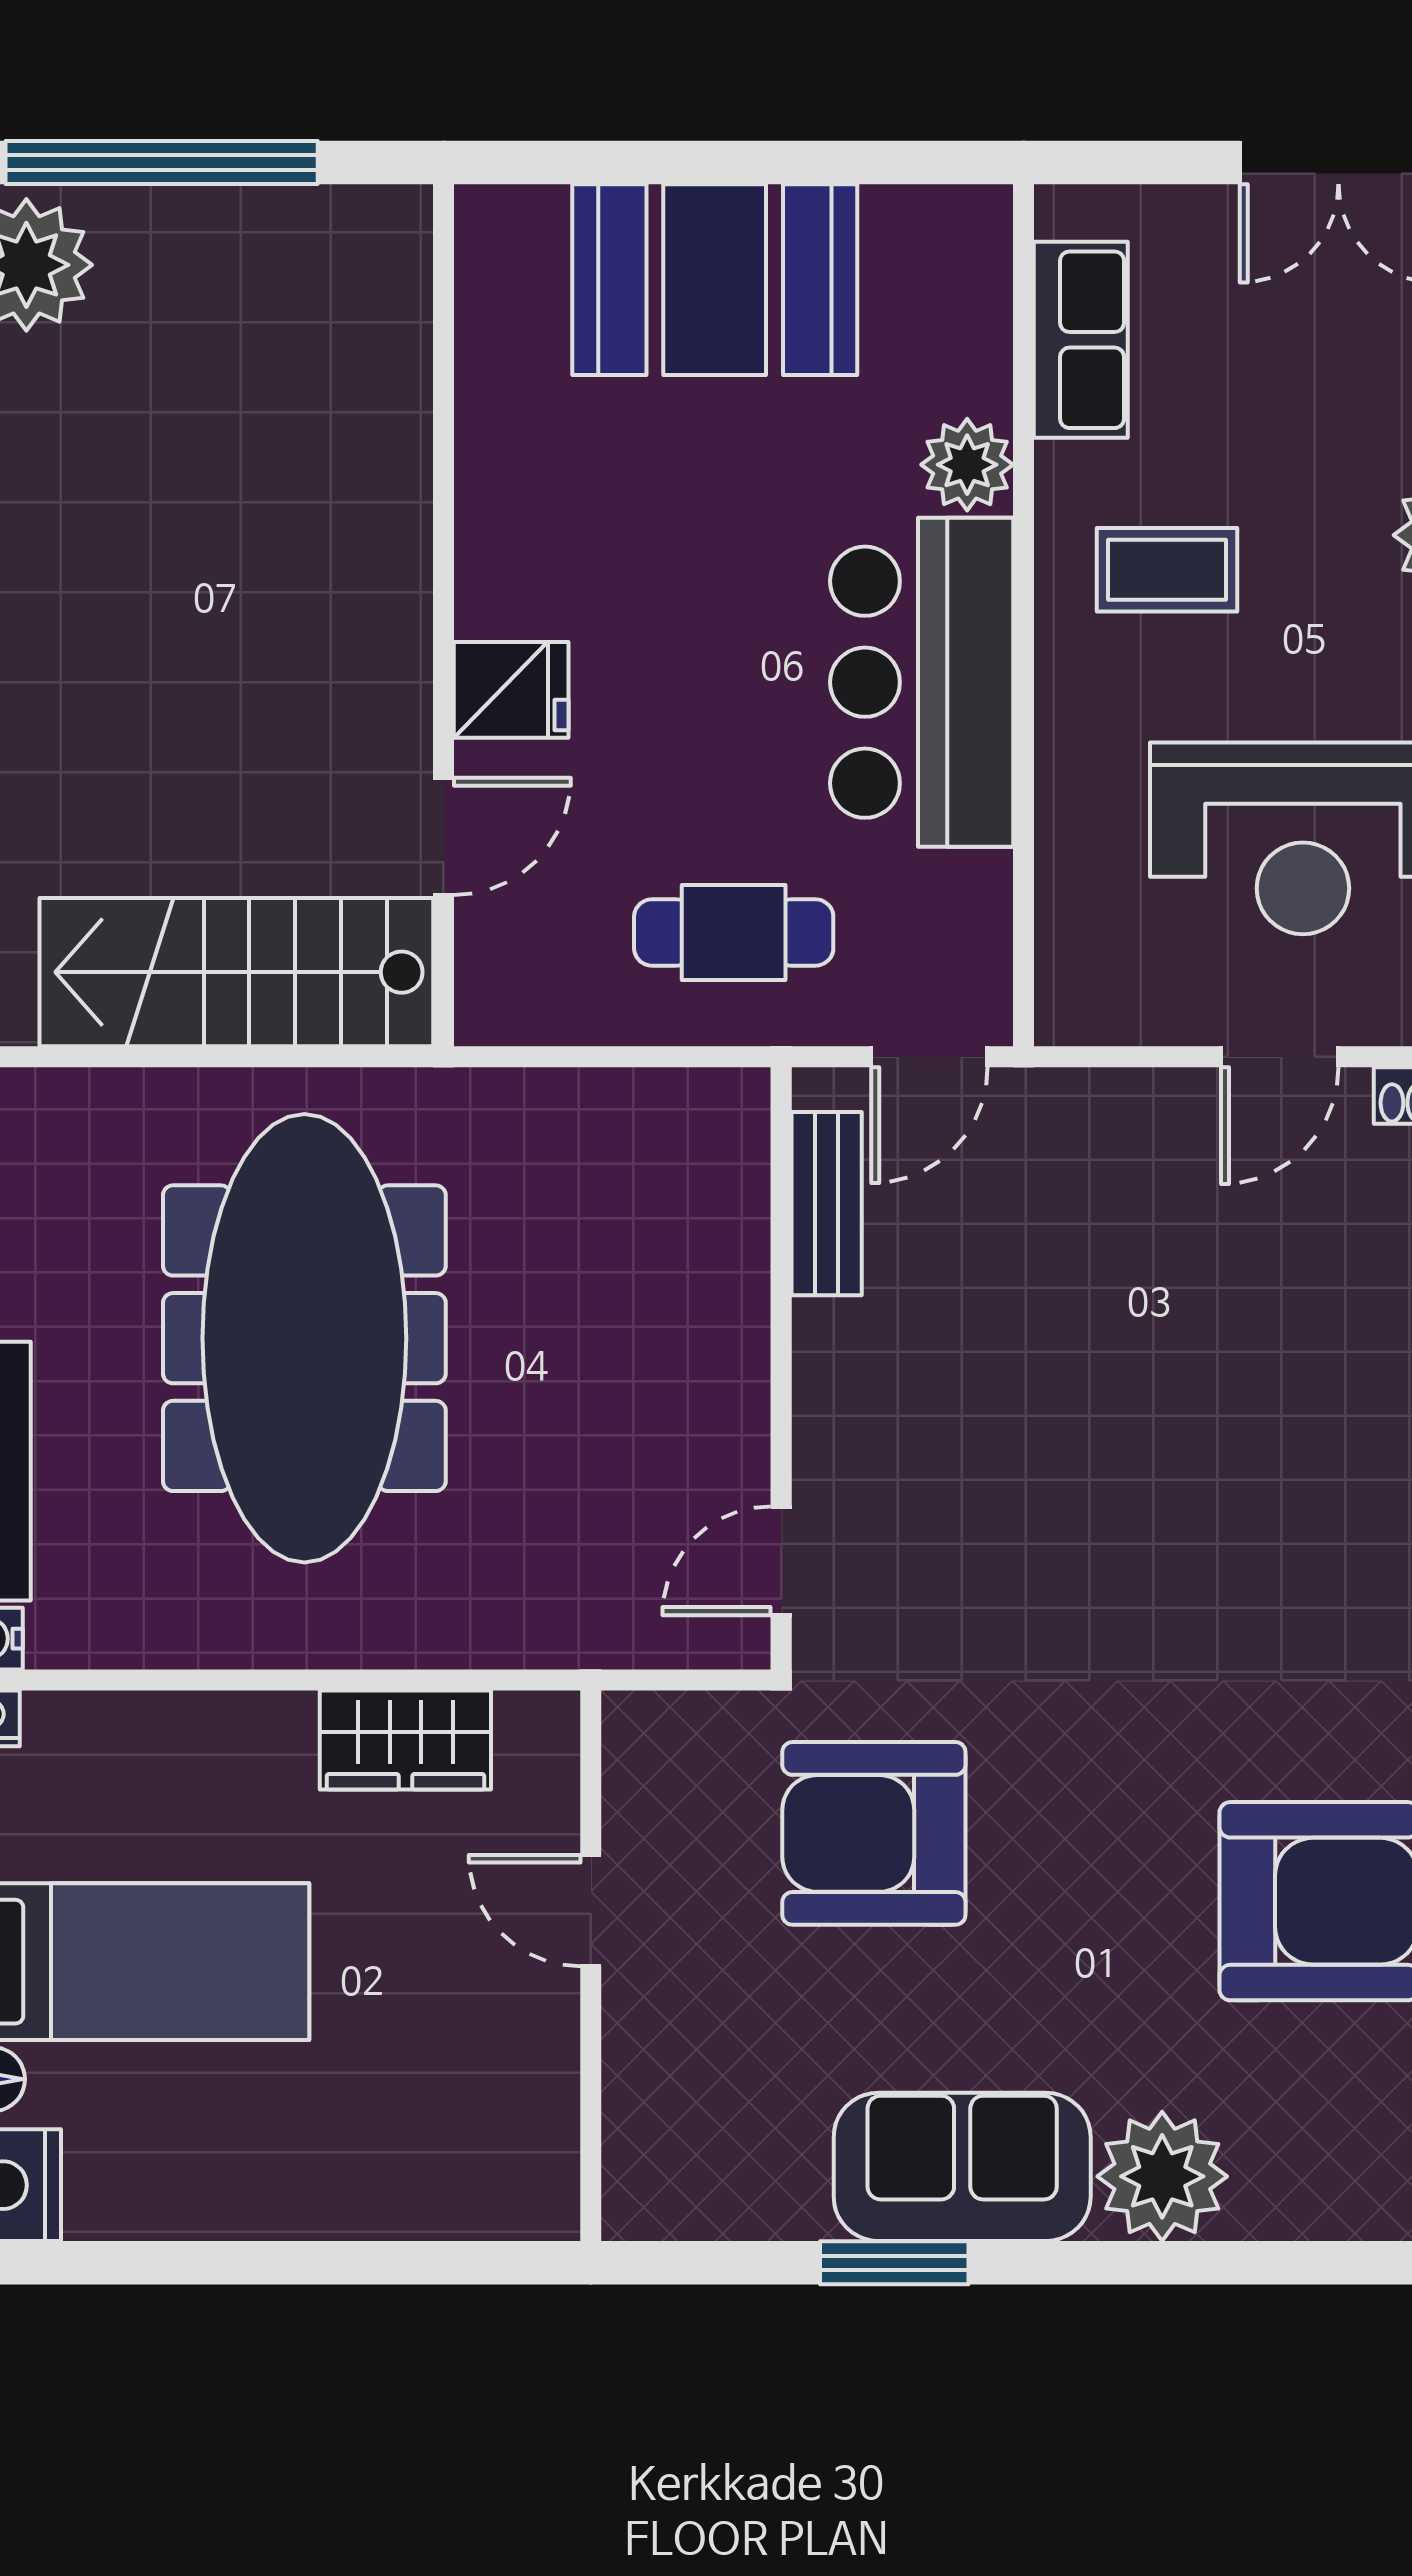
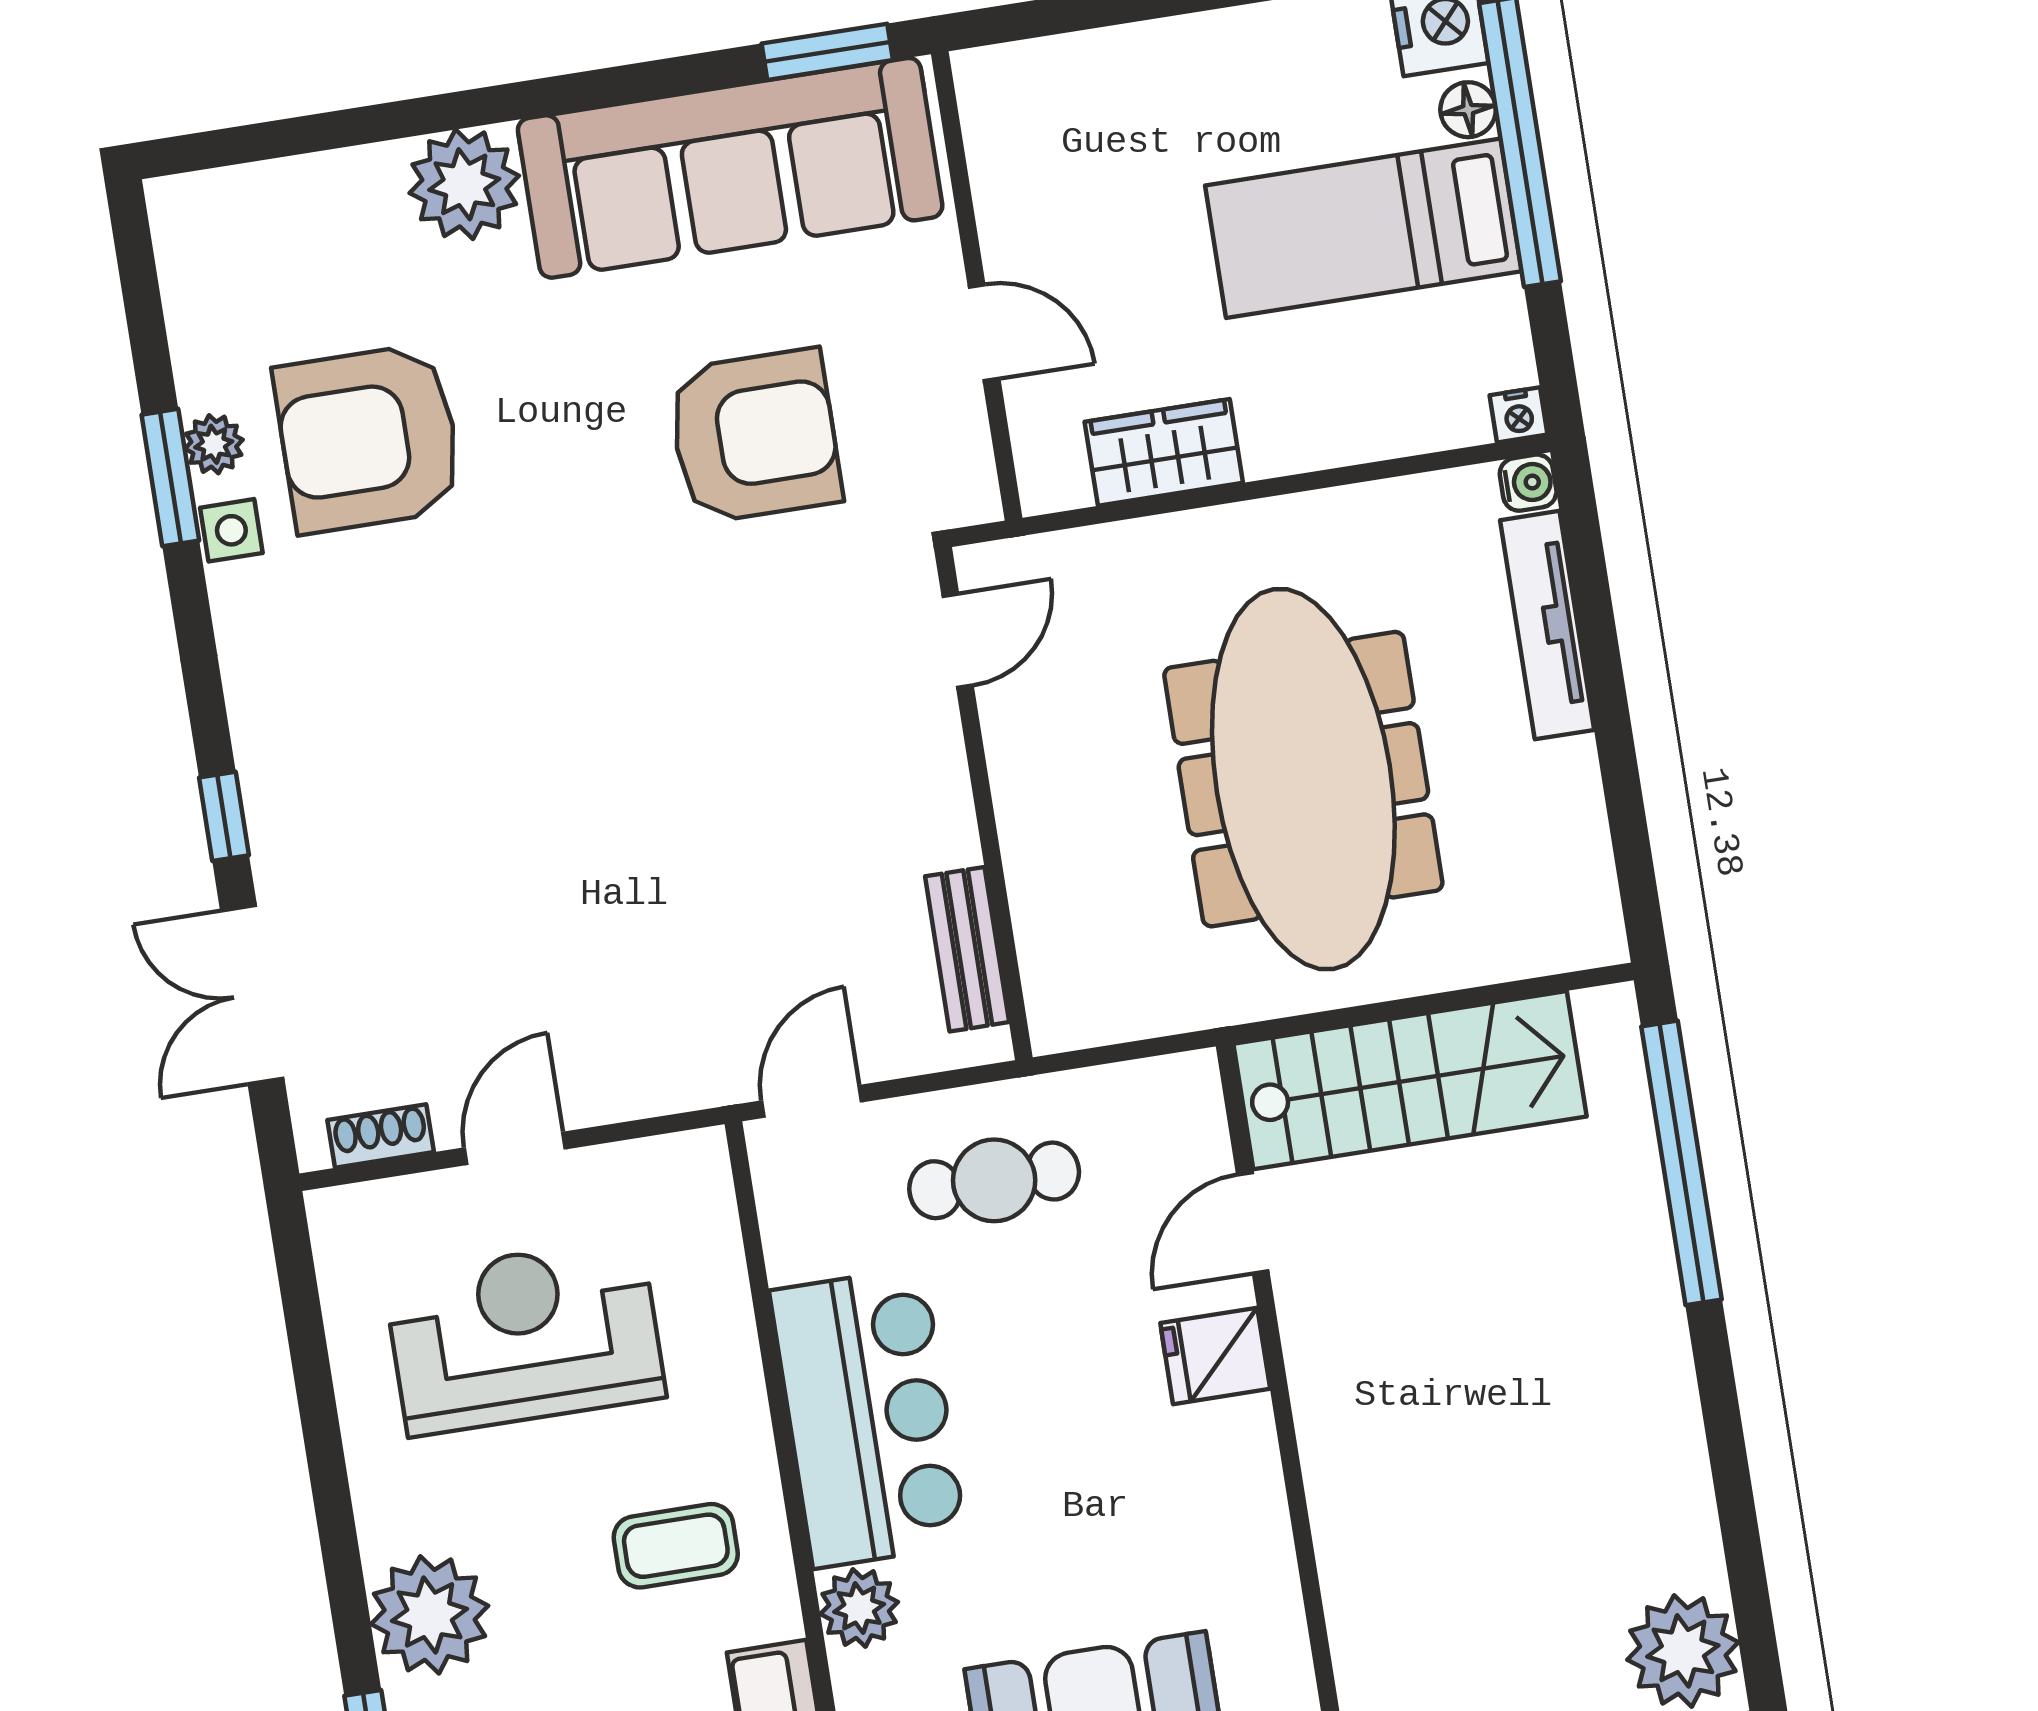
bench: (827, 1204) -> (967, 949), moved
wall: (781, 1368) -> (983, 804), moved
door: (781, 1561) -> (958, 641), moved
sofa: (962, 2167) -> (730, 168), width x1.85, depth x1.27
window: (894, 2263) -> (827, 52), moved

